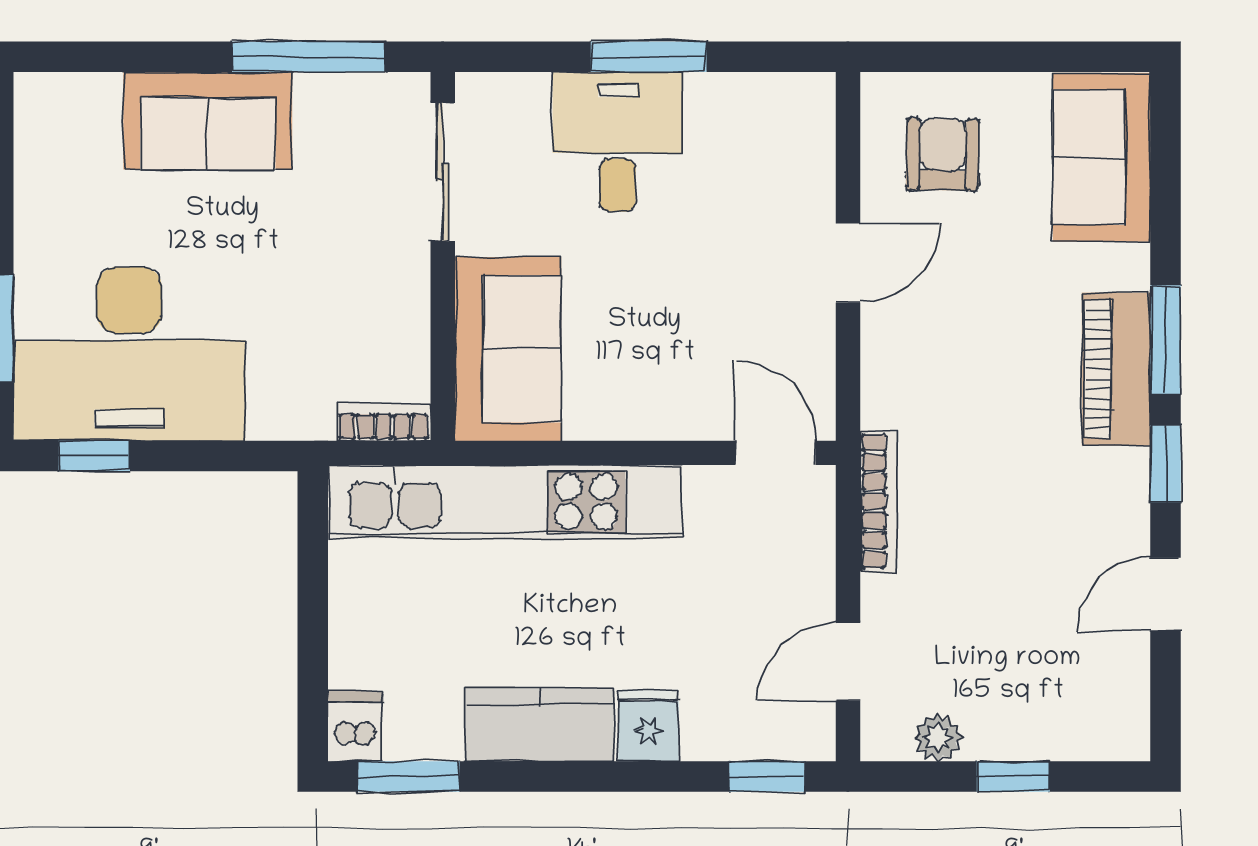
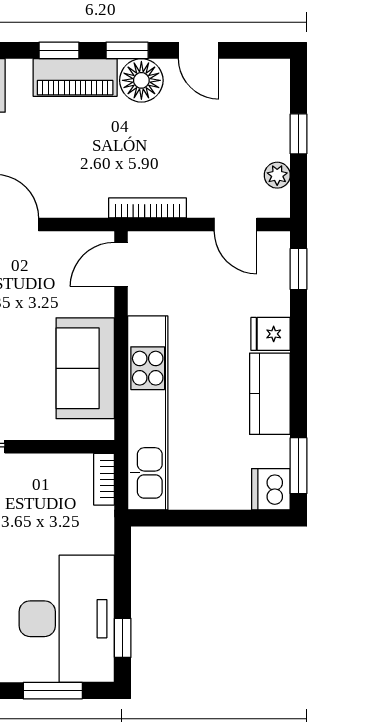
window: (1165, 340) -> (59, 50), width x0.67
sofa: (508, 349) -> (85, 368), moved, turned -90
floor lamp: (1111, 490) -> (141, 80), added
dishwasher: (355, 726) -> (271, 489), width x1.38

